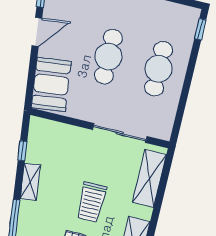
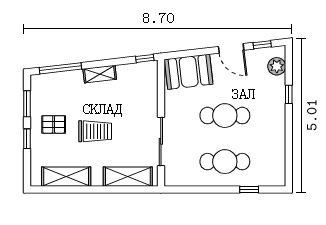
window: (200, 29) -> (249, 189), moved
window: (22, 151) -> (145, 58), moved
trolley: (91, 202) -> (95, 131), turned 180

